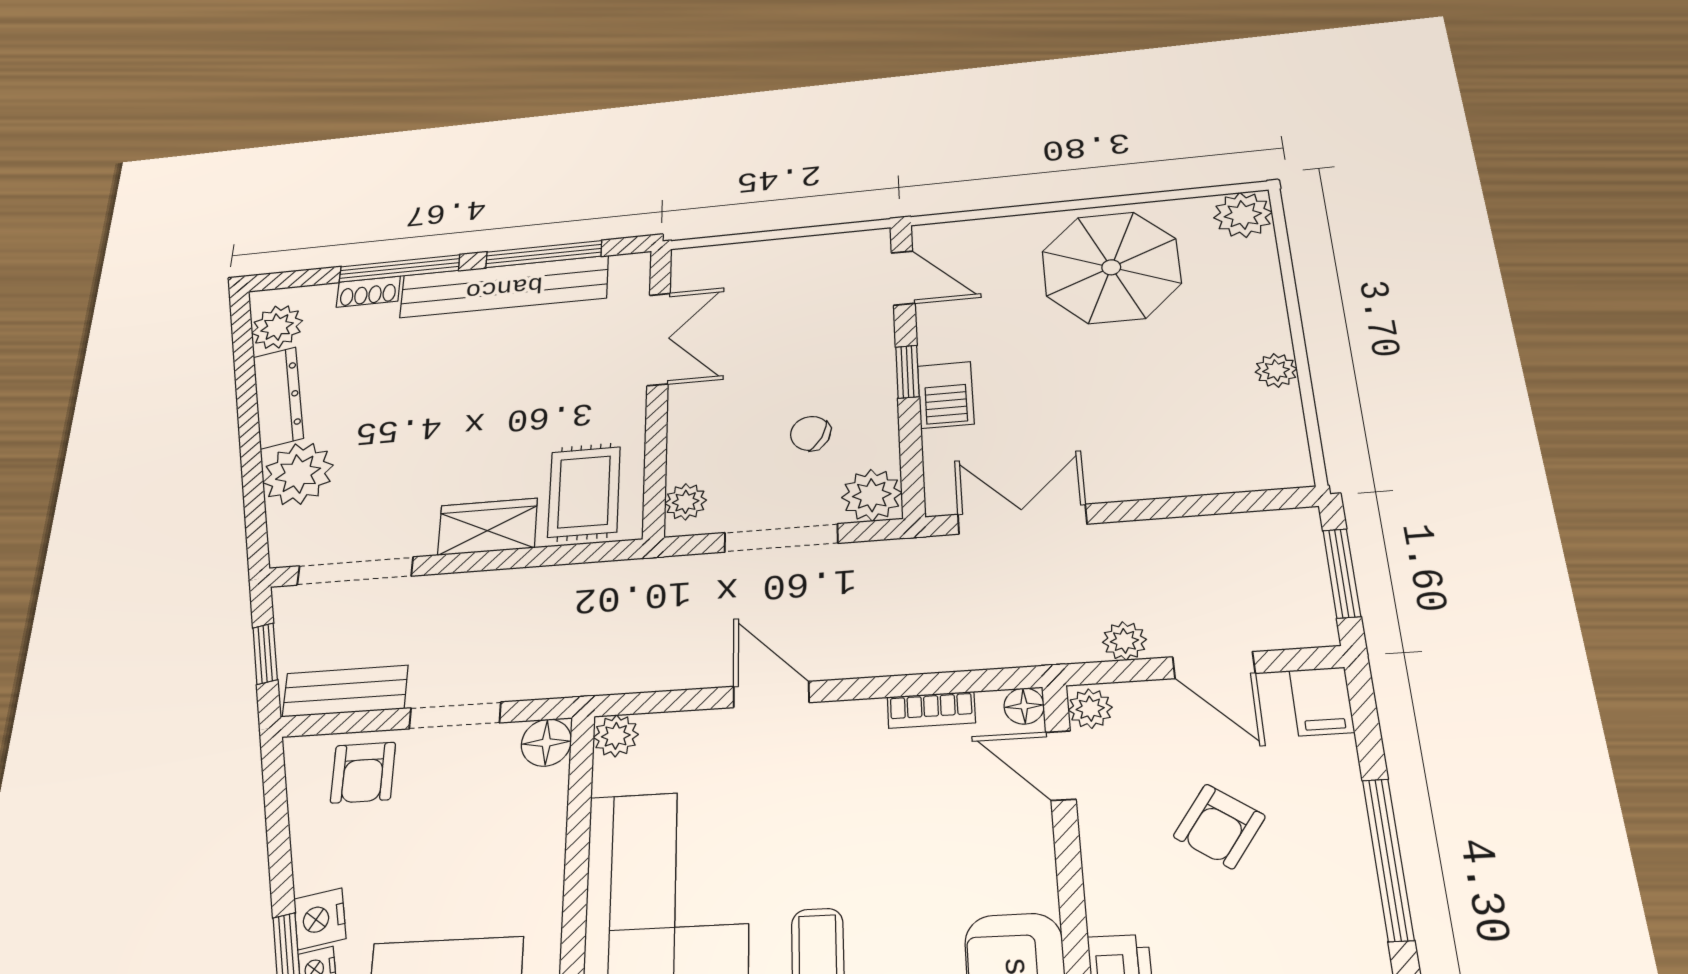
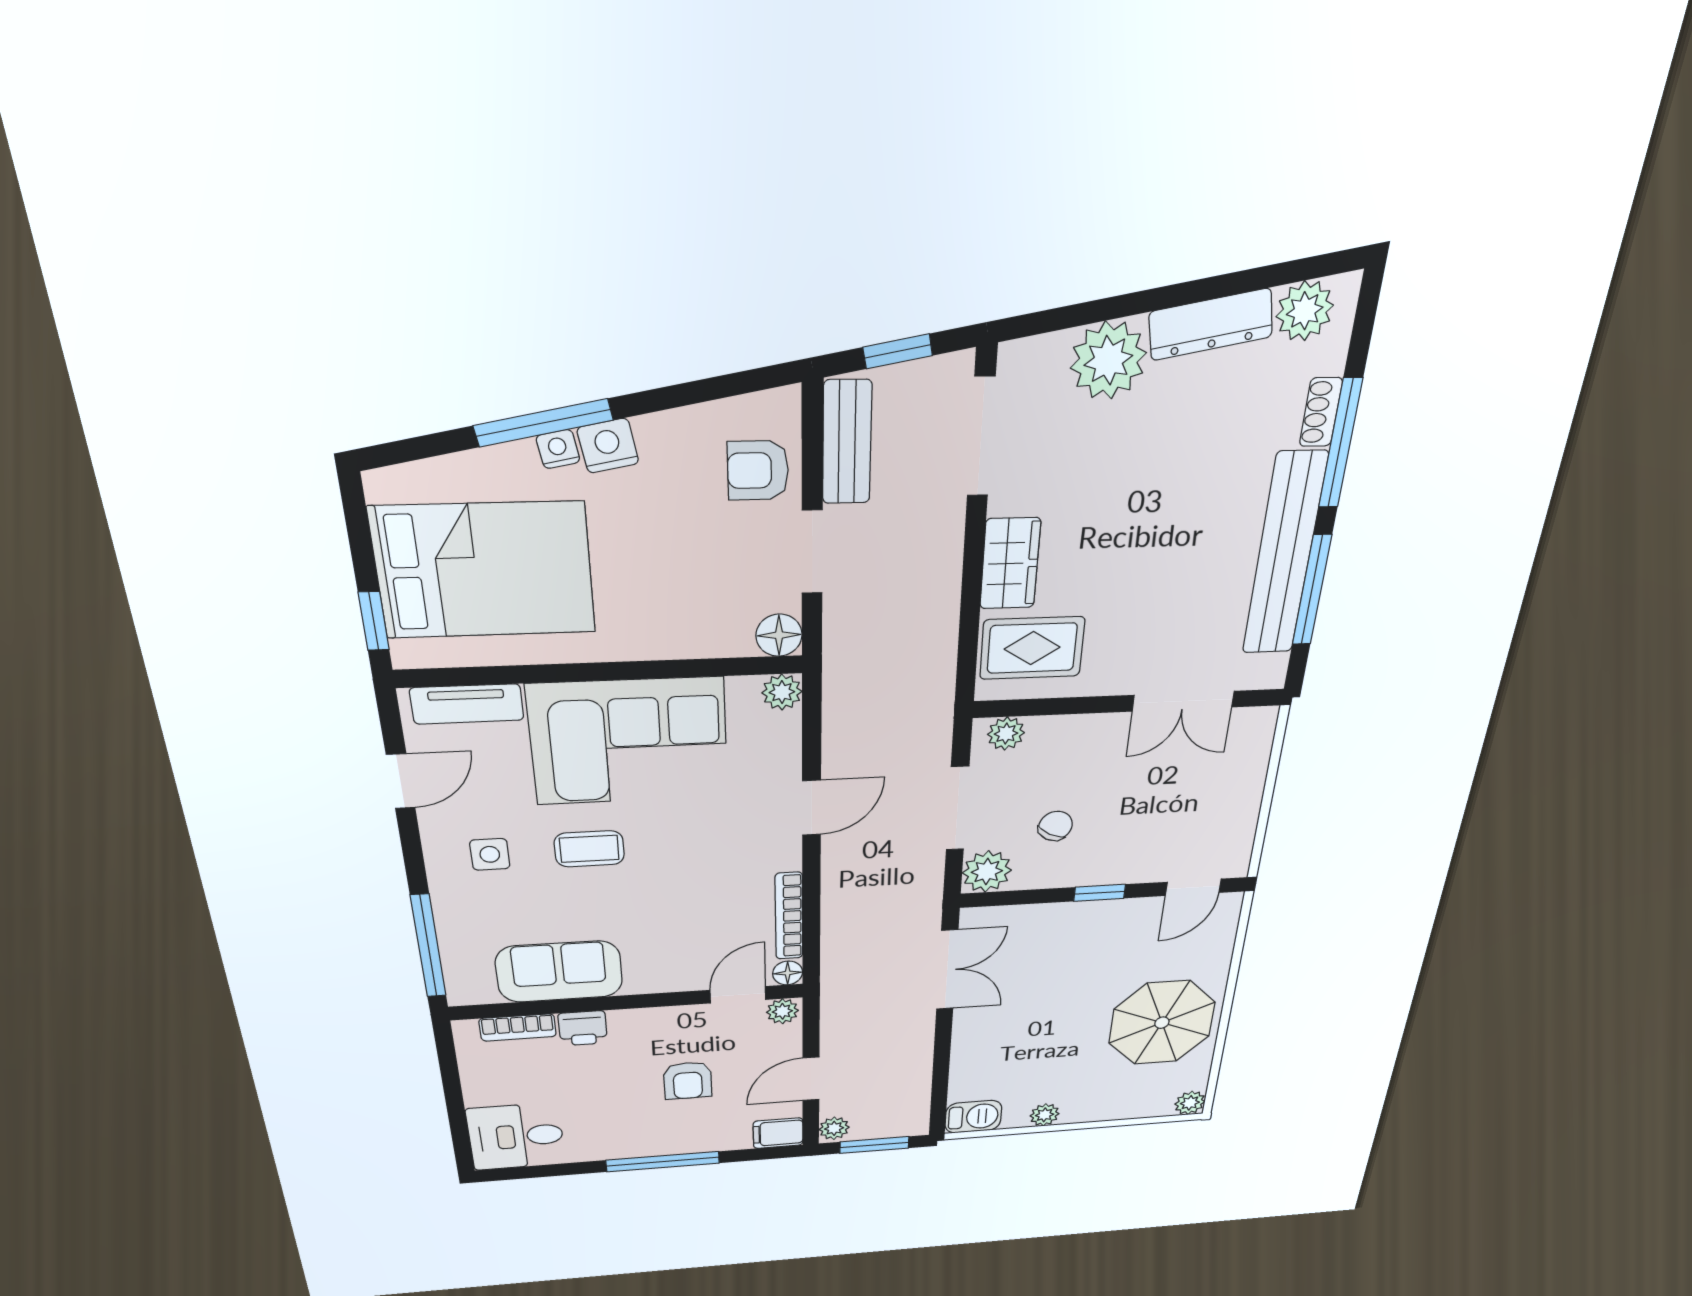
plant: (1243, 215) -> (1190, 1103), width x0.73, depth x0.73
barbecue: (946, 395) -> (973, 1117), moved, turned 180
plant: (1124, 641) -> (834, 1128), moved
bookcase: (931, 710) -> (789, 916), width x1.56
armchair: (1219, 826) -> (688, 1080), turned -125

